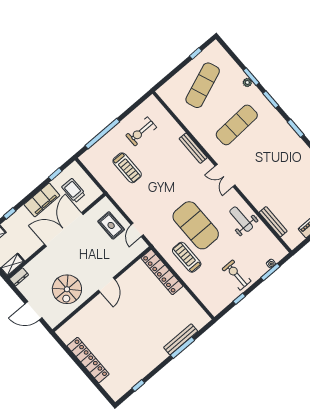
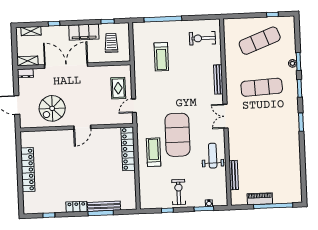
exercise bike: (141, 131) -> (202, 38), moved
double door: (64, 229) -> (66, 66), moved
locker: (157, 359) -> (76, 207), added

